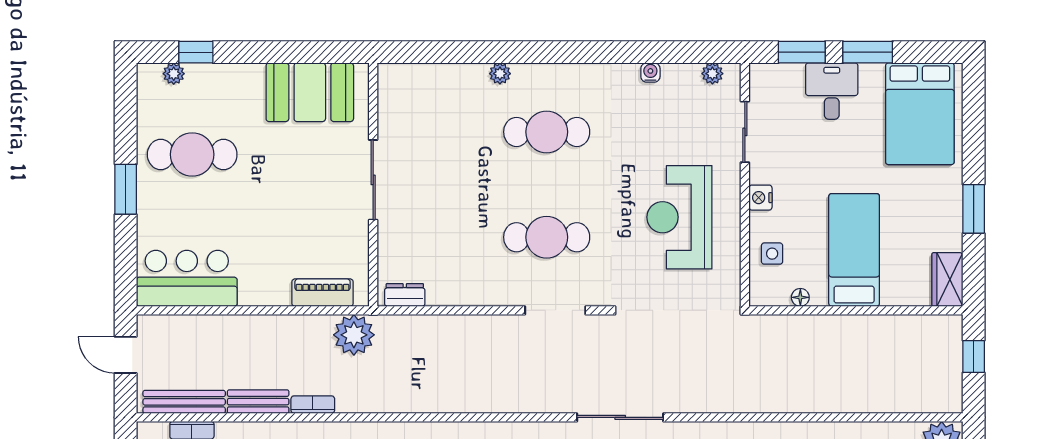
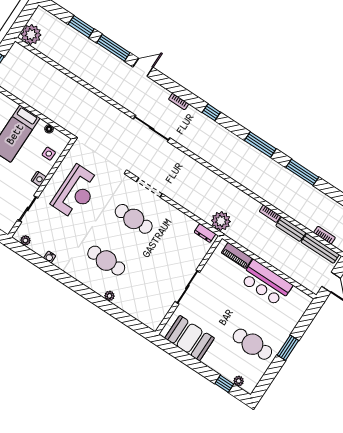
bar counter: (187, 278) -> (266, 283), moved
plant: (354, 335) -> (221, 221), moved

